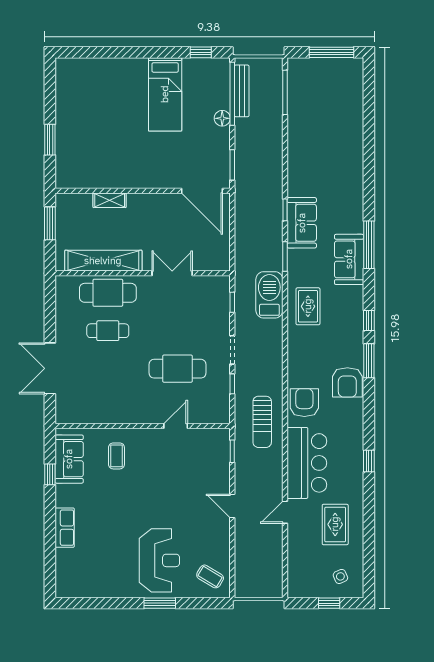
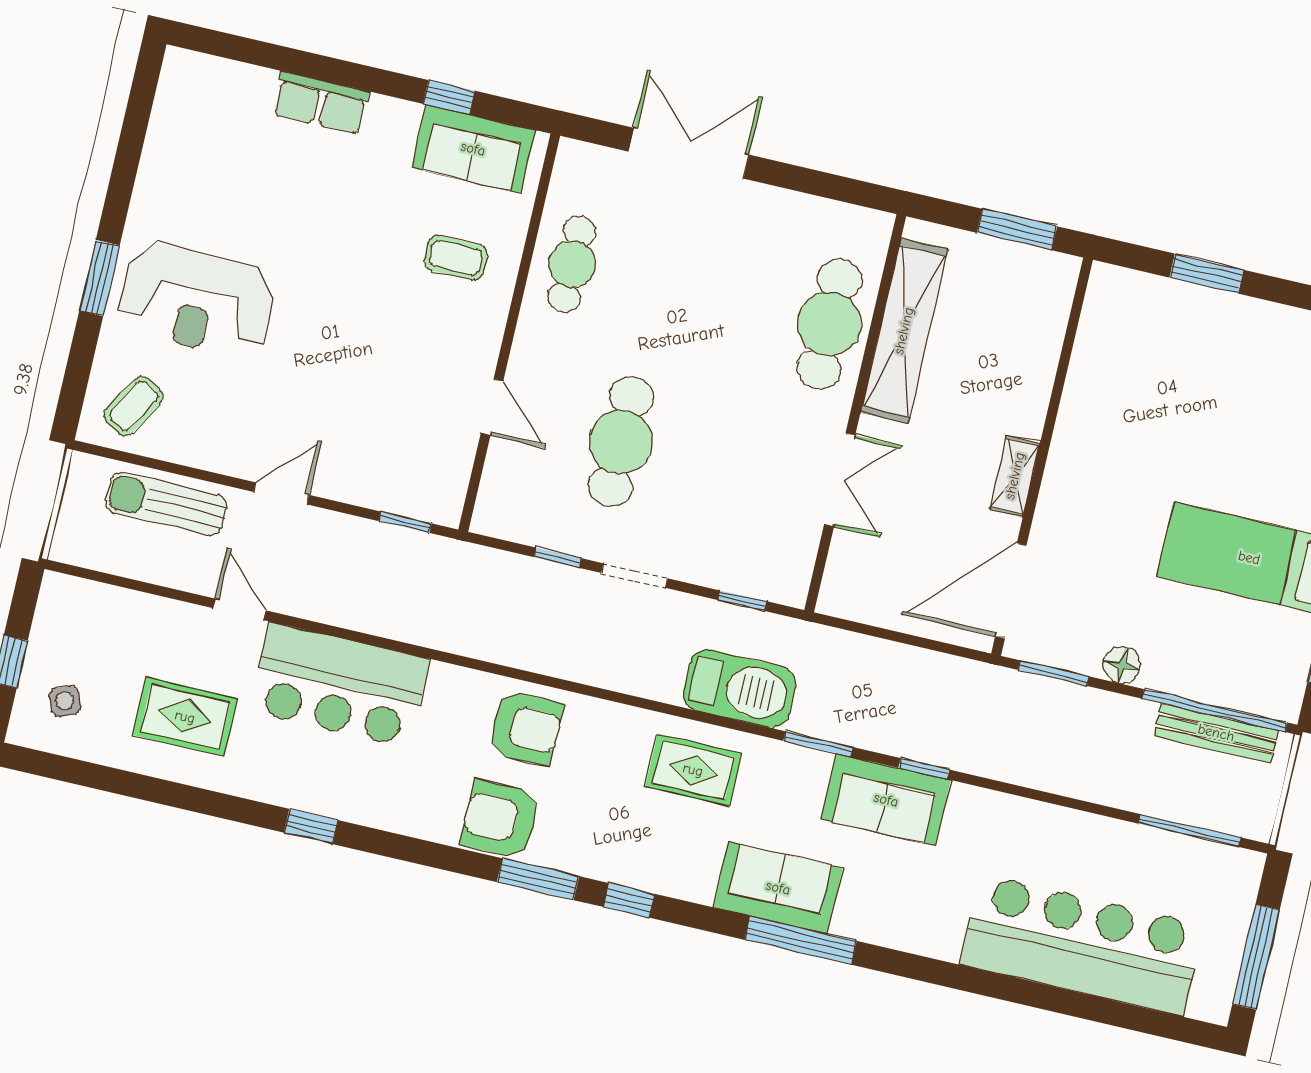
floor lamp: (222, 118) -> (1122, 665), moved
bar counter: (343, 126) -> (1082, 945), added
shelving: (110, 200) -> (1015, 476), moved
cafe table: (108, 331) -> (572, 264), moved
armchair: (304, 403) -> (526, 728), moved
sun lounger: (262, 422) -> (166, 504), moved

